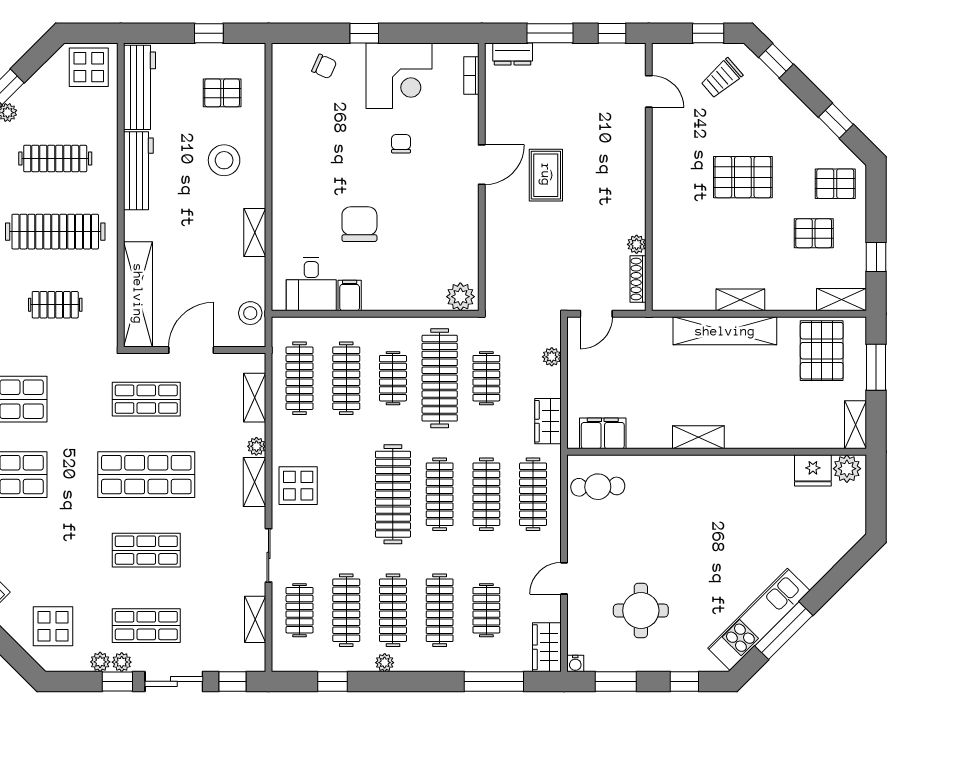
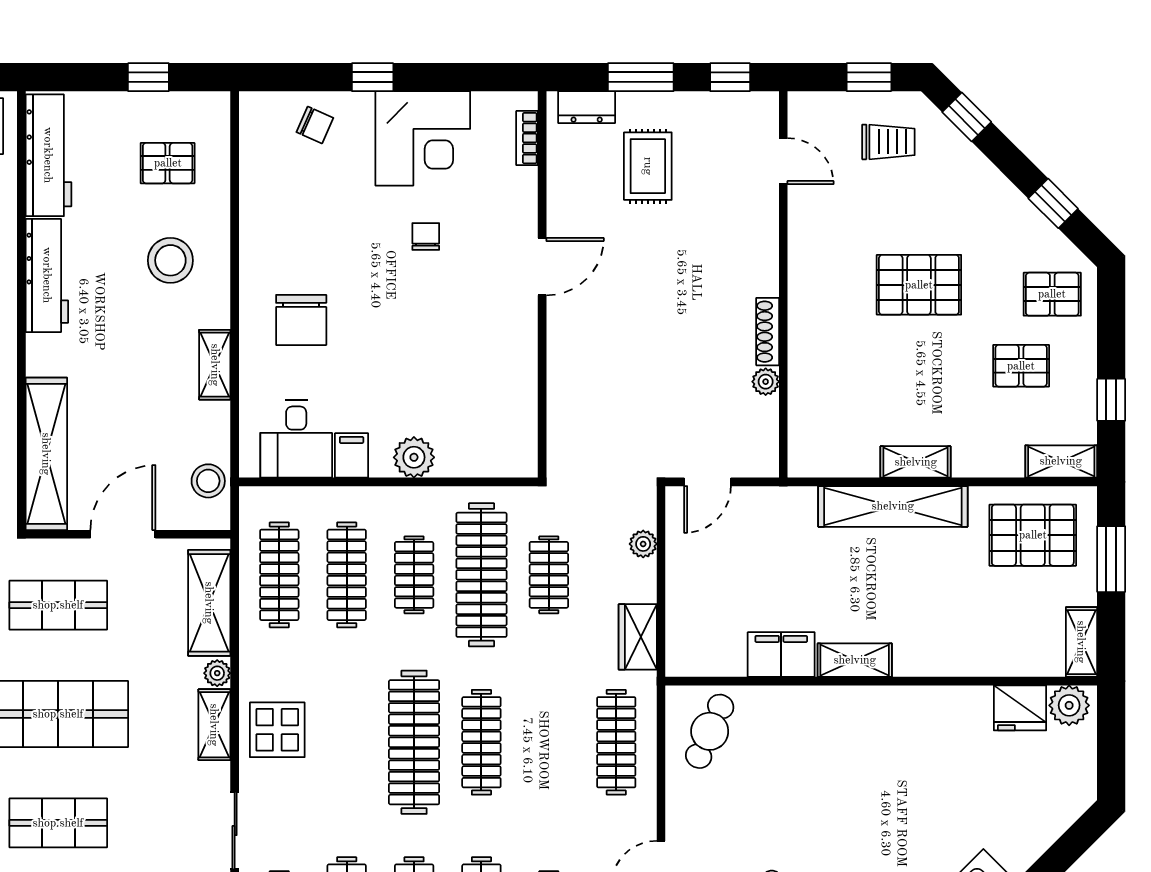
trolley: (722, 78) -> (888, 142), turned -139
rug: (546, 175) -> (648, 166), moved
chair: (359, 224) -> (301, 320), moved, turned 180
shoe rack: (638, 279) -> (768, 332), moved
plant: (460, 297) -> (414, 457), moved
pallet: (822, 351) -> (1033, 535), turned 90
shelving: (255, 398) -> (209, 603), width x1.50, depth x1.33
filing cabinet: (603, 433) -> (781, 655), moved
cafe table: (598, 487) -> (710, 731), turned -64
clothes rail: (486, 494) -> (549, 742), removed

